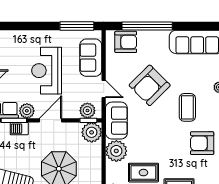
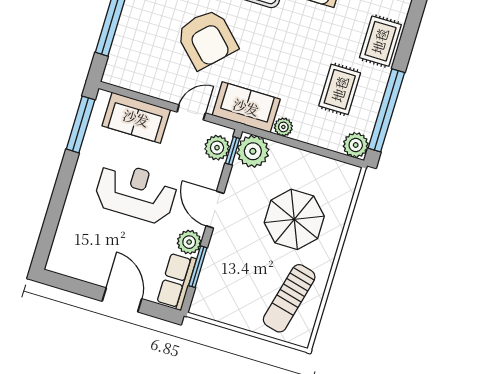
armchair: (126, 42) -> (128, 56), removed
reception desk: (47, 71) -> (136, 192), turned 180
barbecue: (19, 129) -> (213, 262), removed
plant: (116, 151) -> (283, 127), width x0.53, depth x0.53

